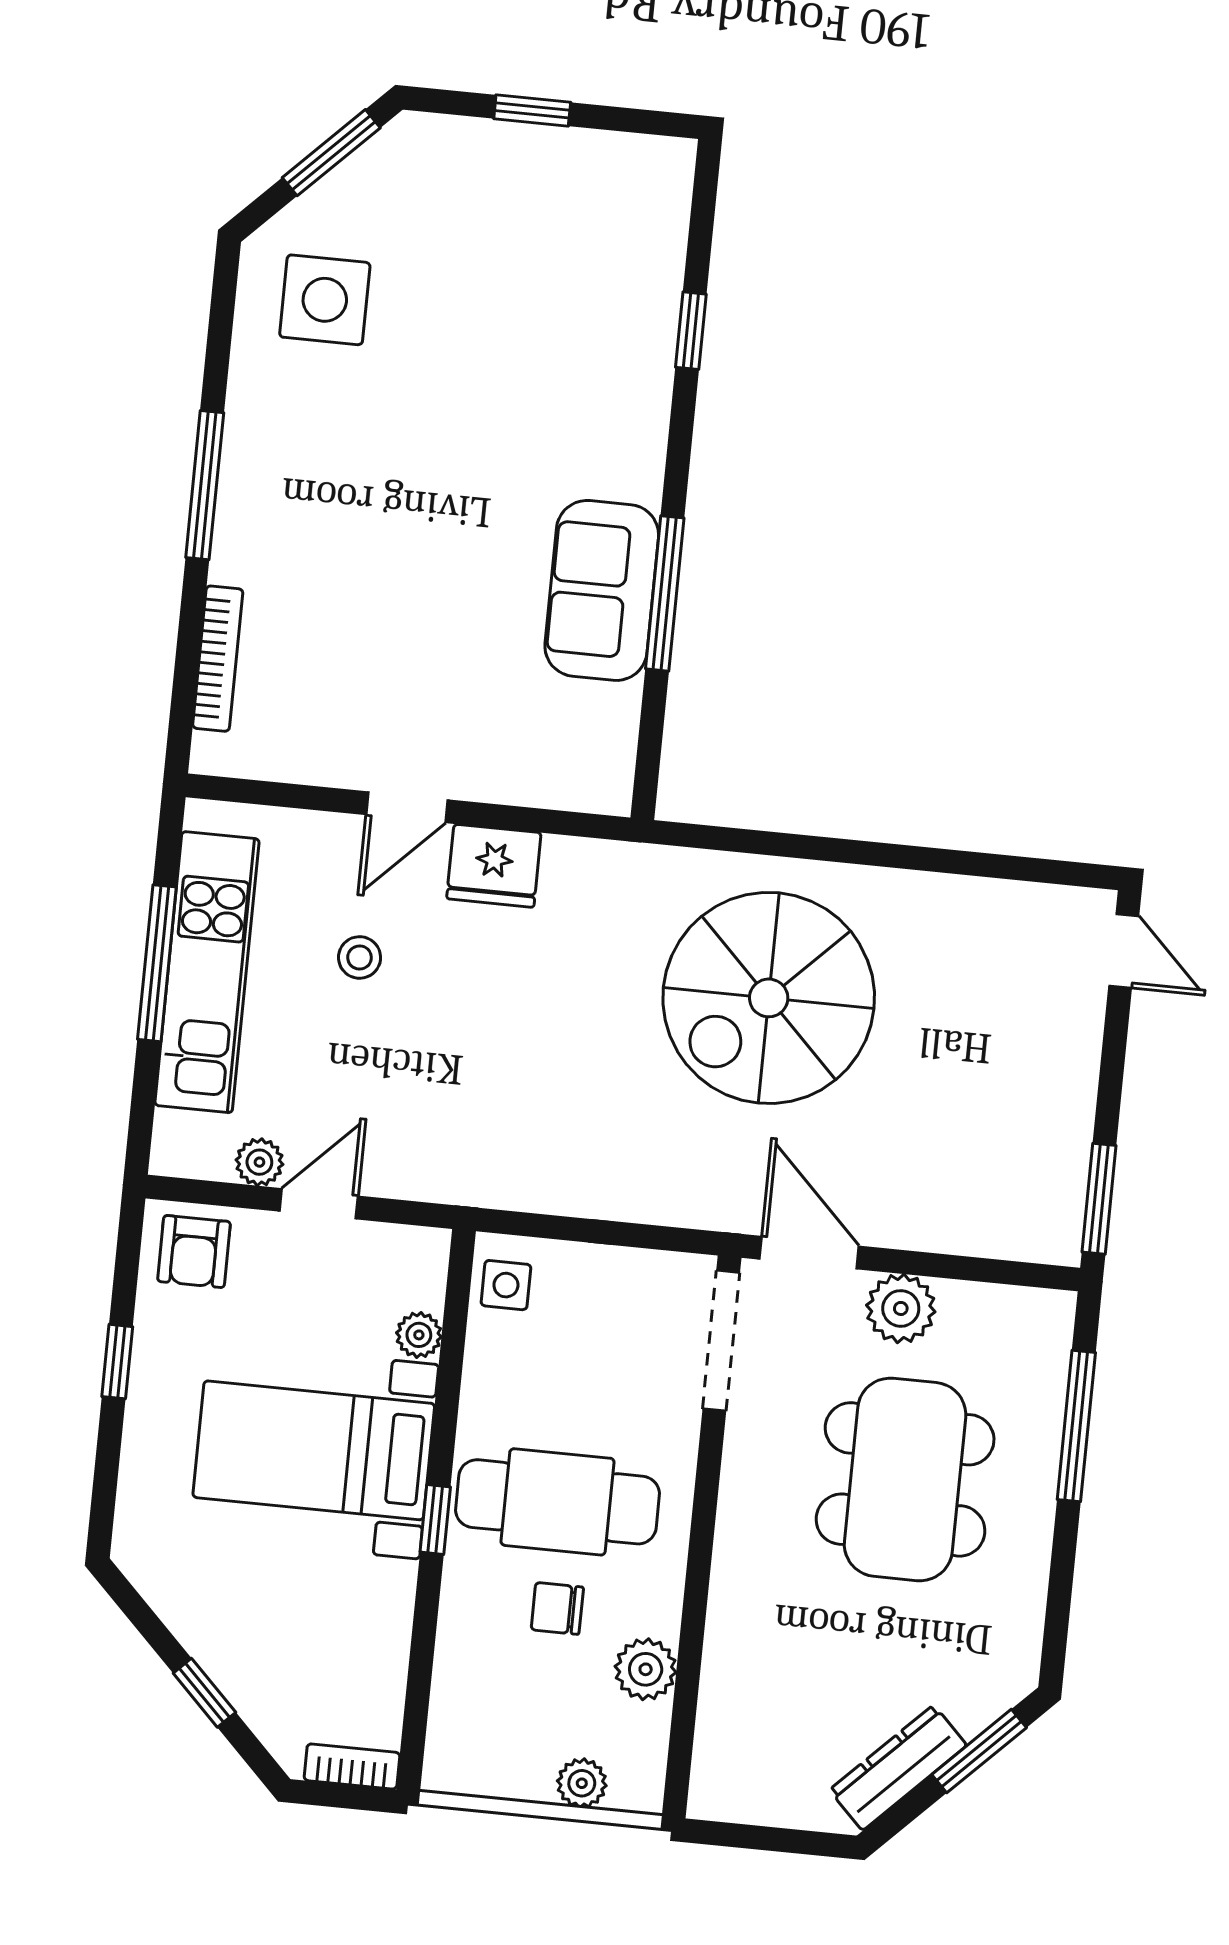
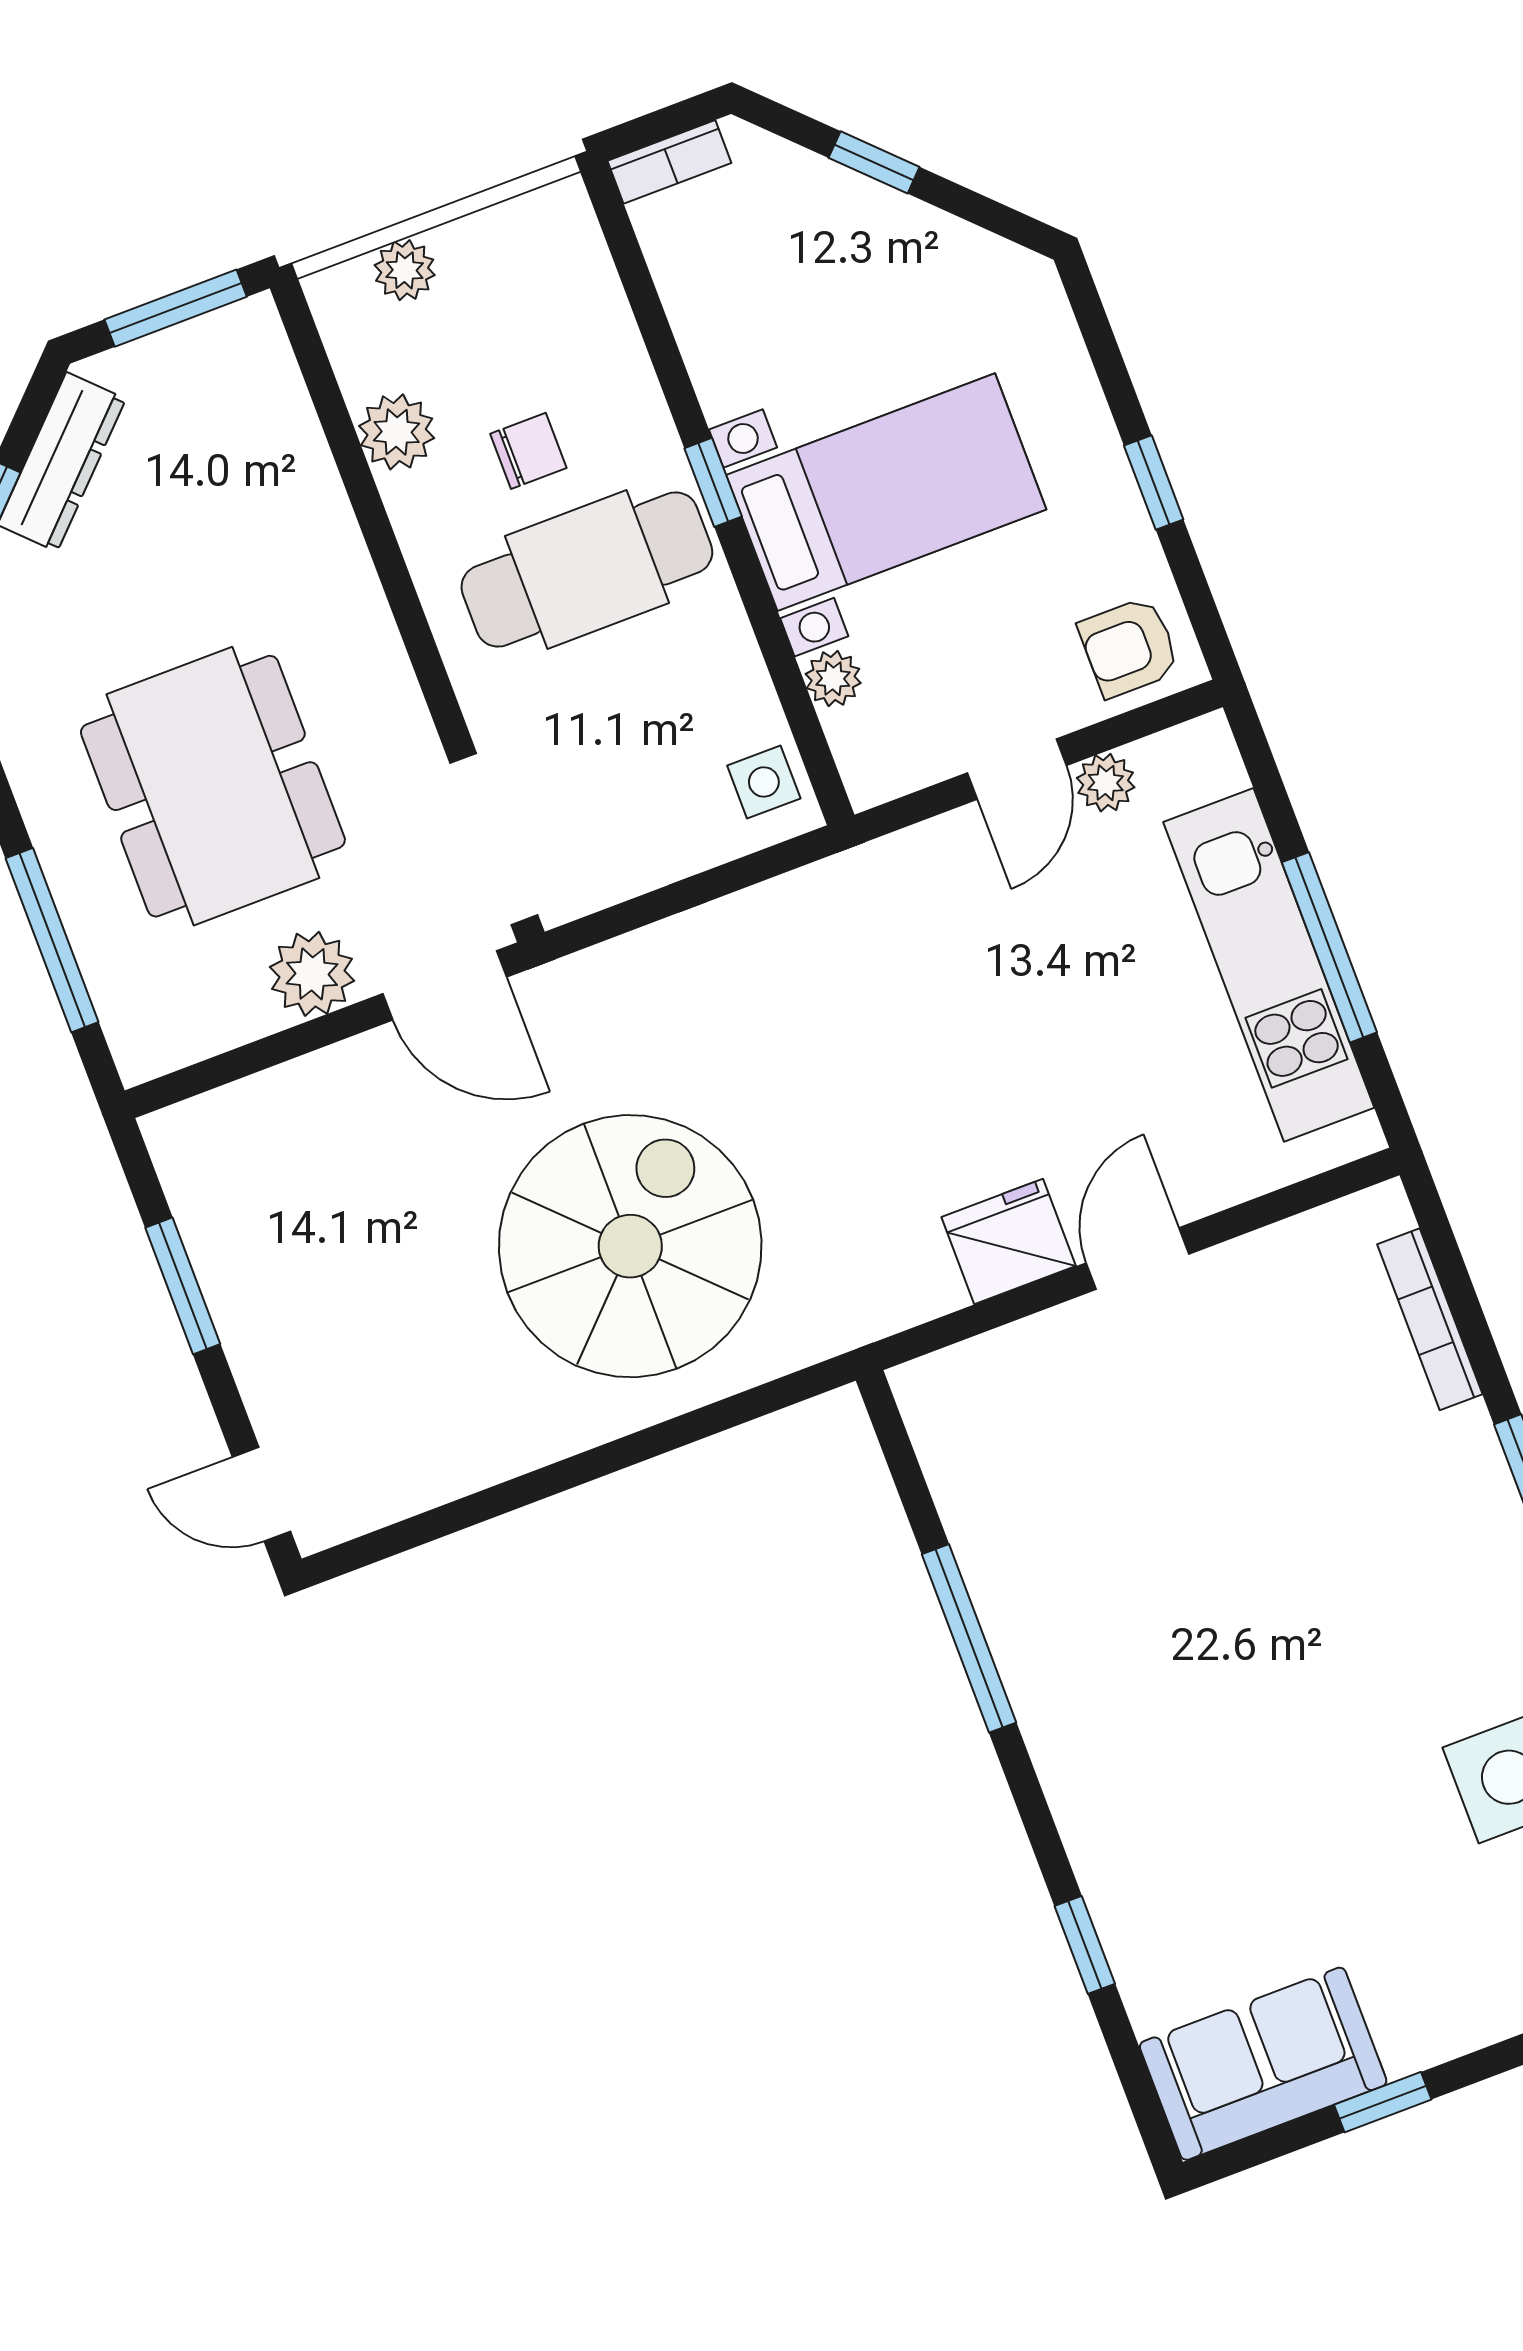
sofa: (602, 590) -> (1263, 2064), moved, turned -90
stool: (360, 957) -> (1107, 1065), removed
window: (1099, 1199) -> (183, 1286), moved
armchair: (194, 1252) -> (1129, 647), turned -90
window: (761, 1838) -> (176, 308), added

